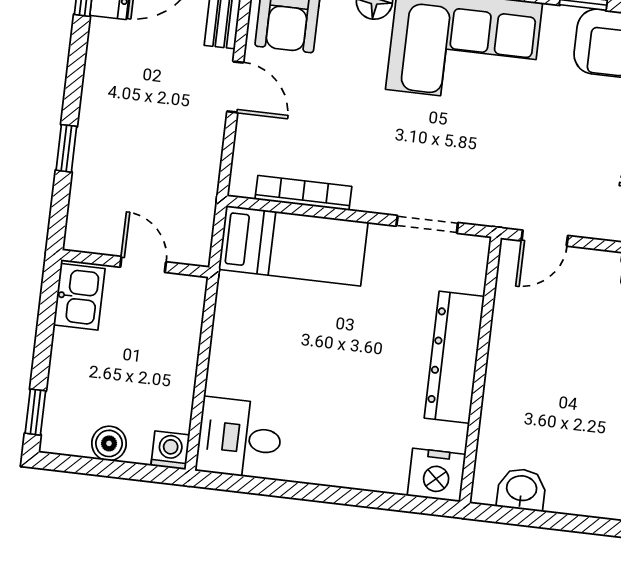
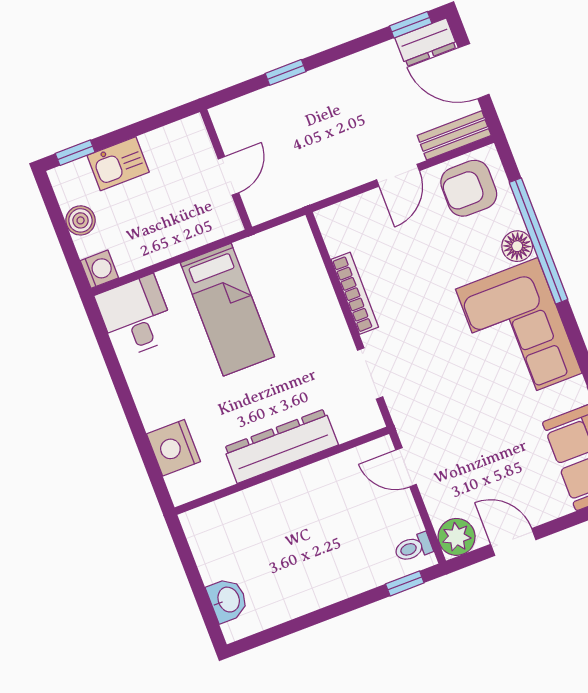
bookcase: (303, 193) -> (355, 293), moved
bed: (293, 246) -> (227, 310), moved
kitchen sink: (79, 297) -> (118, 164), moved
nightstand: (437, 475) -> (173, 448), moved
washbasin: (521, 489) -> (228, 600), moved

